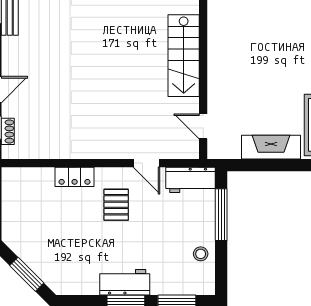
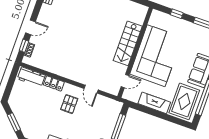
corner sofa: (244, 60) -> (156, 56), added
door: (203, 126) -> (125, 81), swing flipped
workbench: (190, 180) -> (31, 77), moved

